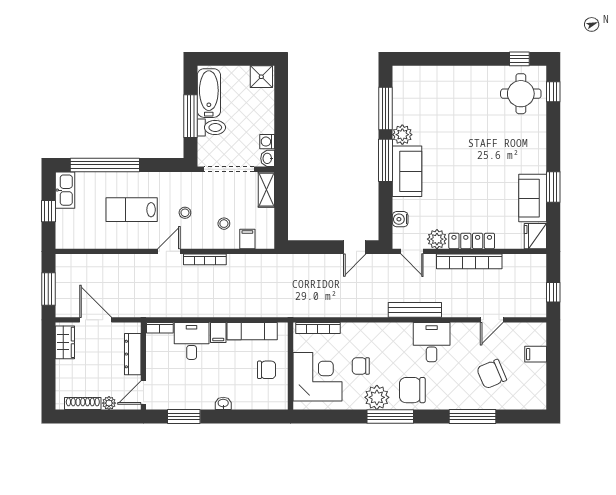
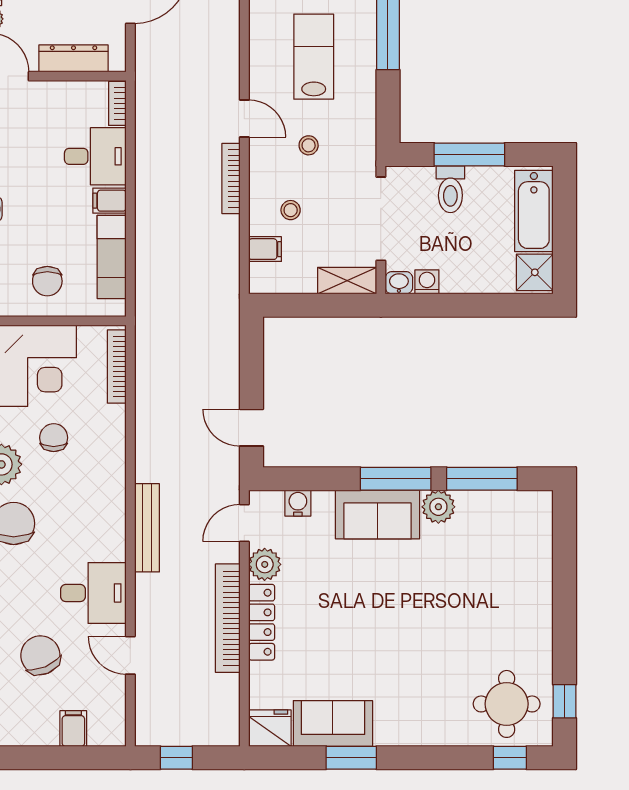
bathtub: (209, 93) -> (534, 211), moved, turned 90
desk: (432, 342) -> (93, 593), moved

